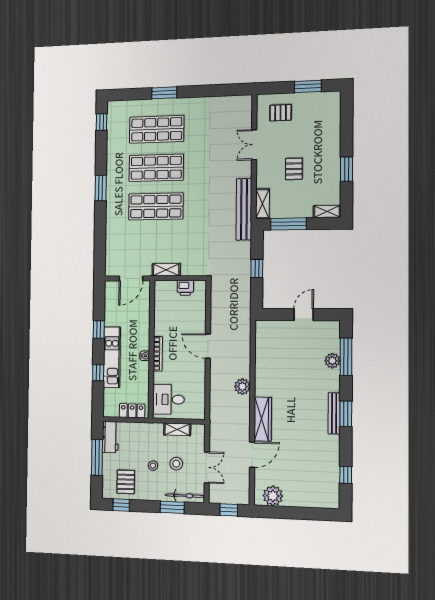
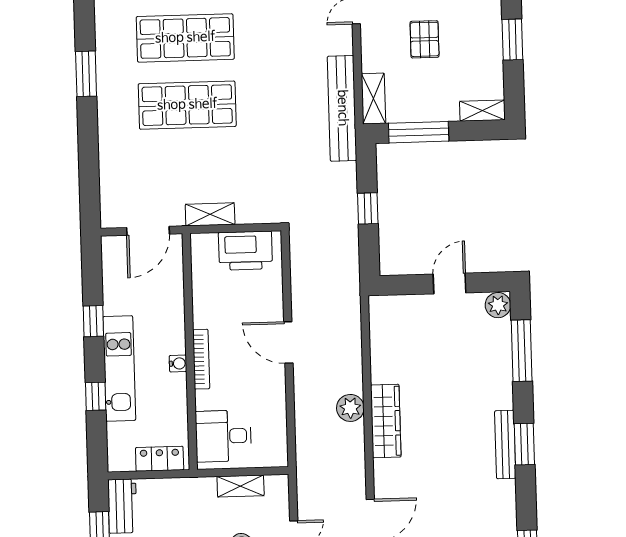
printer: (185, 288) -> (245, 251), width x1.87, depth x1.48
plant: (332, 361) -> (498, 305), moved
wardrobe: (263, 419) -> (386, 421), moved

